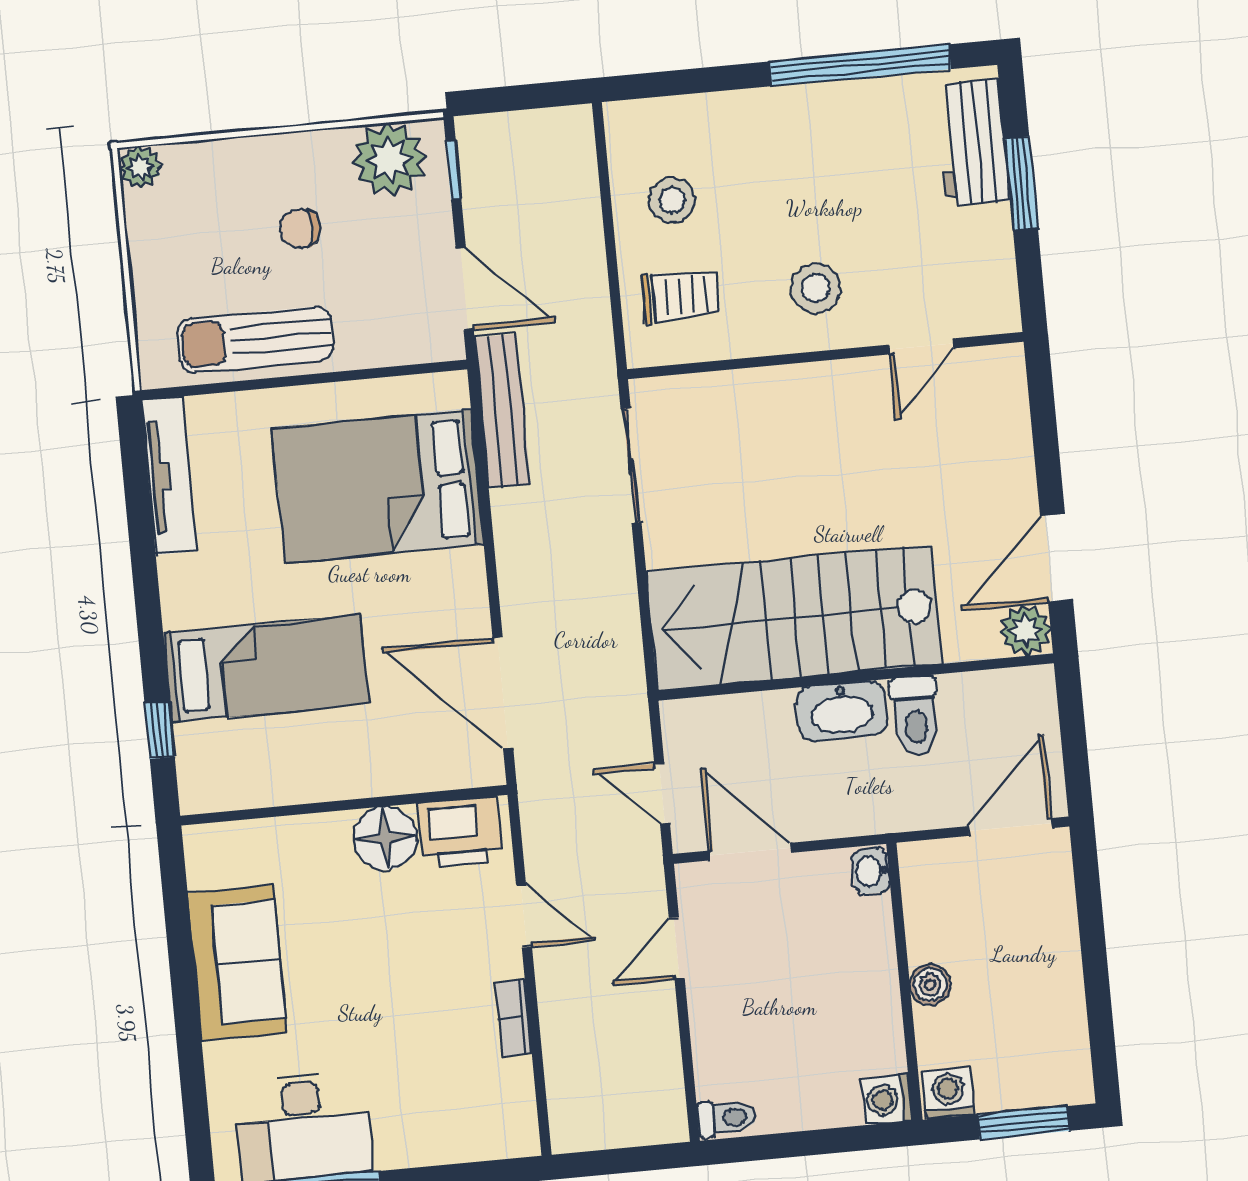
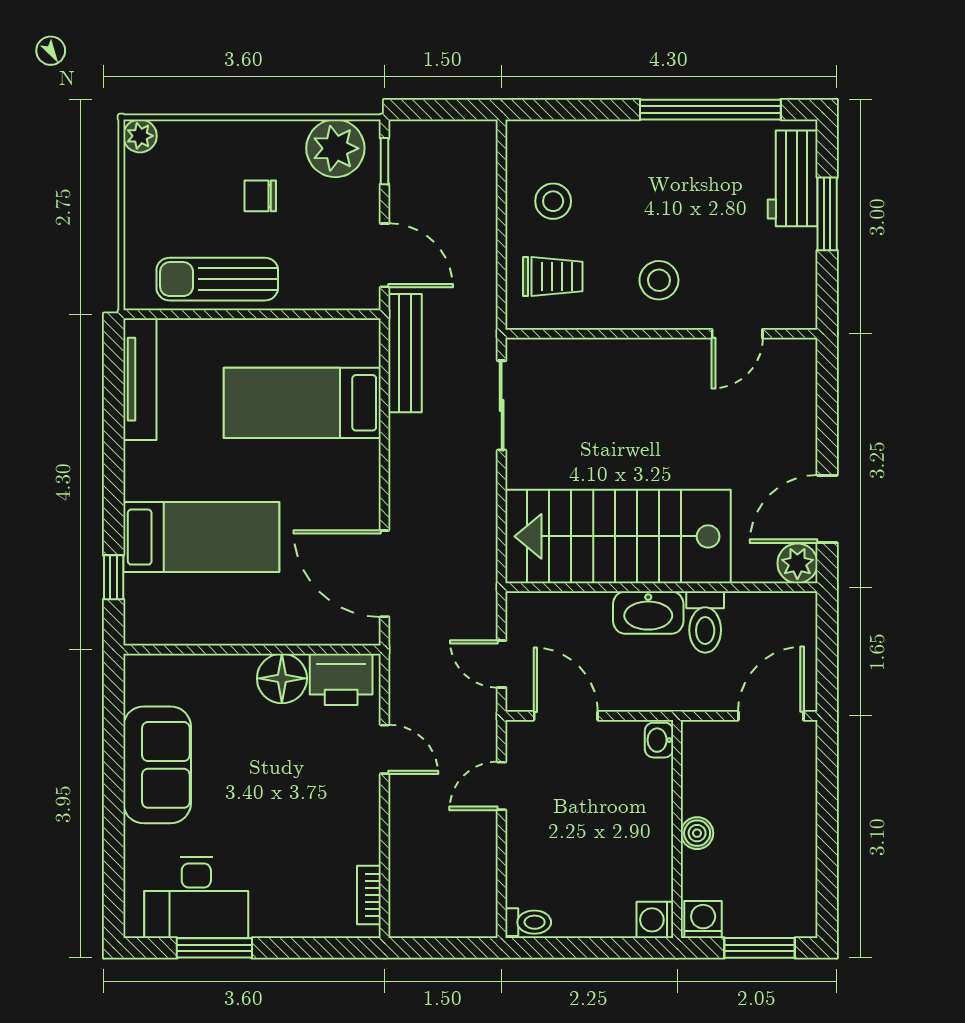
bed: (378, 486) -> (302, 403), width x0.67
bookcase: (514, 1018) -> (369, 895), moved

